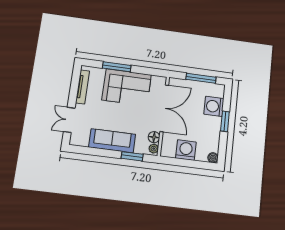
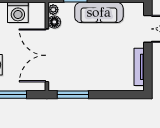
window: (117, 67) -> (73, 95), moved
corner sofa: (127, 87) -> (91, 73), removed

